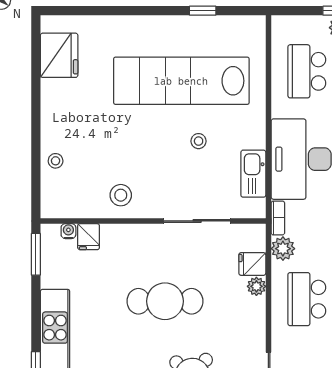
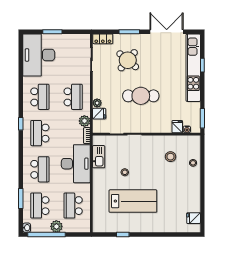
fridge: (59, 55) -> (194, 218), width x0.53, depth x0.75
school desk: (307, 71) -> (73, 206), turned 180
lab bench: (181, 81) -> (133, 201), width x0.73
stool: (121, 195) -> (171, 157), moved

